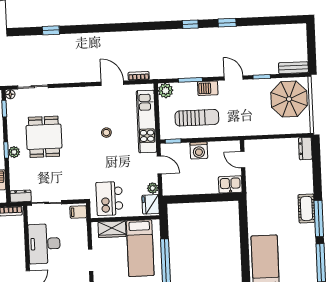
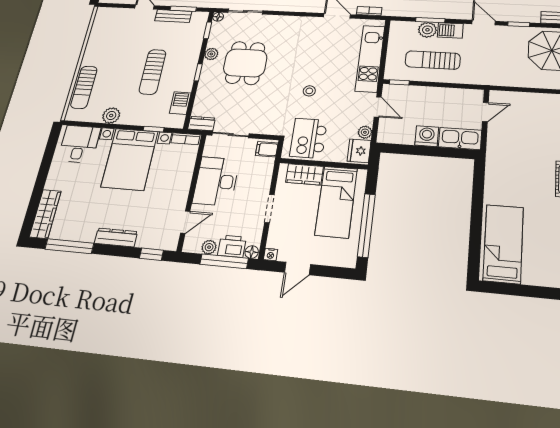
plant: (166, 91) -> (427, 30), moved
sun lounger: (197, 118) -> (433, 60), turned 180
stool: (106, 133) -> (309, 91), moved
washing machine: (199, 150) -> (427, 136), moved, turned 180
plant: (14, 152) -> (211, 54), moved
door: (243, 160) -> (485, 112), swing flipped
kitchen sink: (230, 184) -> (460, 139), width x1.38

